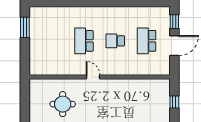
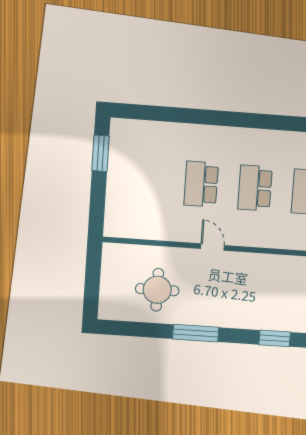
school desk: (115, 41) -> (255, 188), width x1.85

